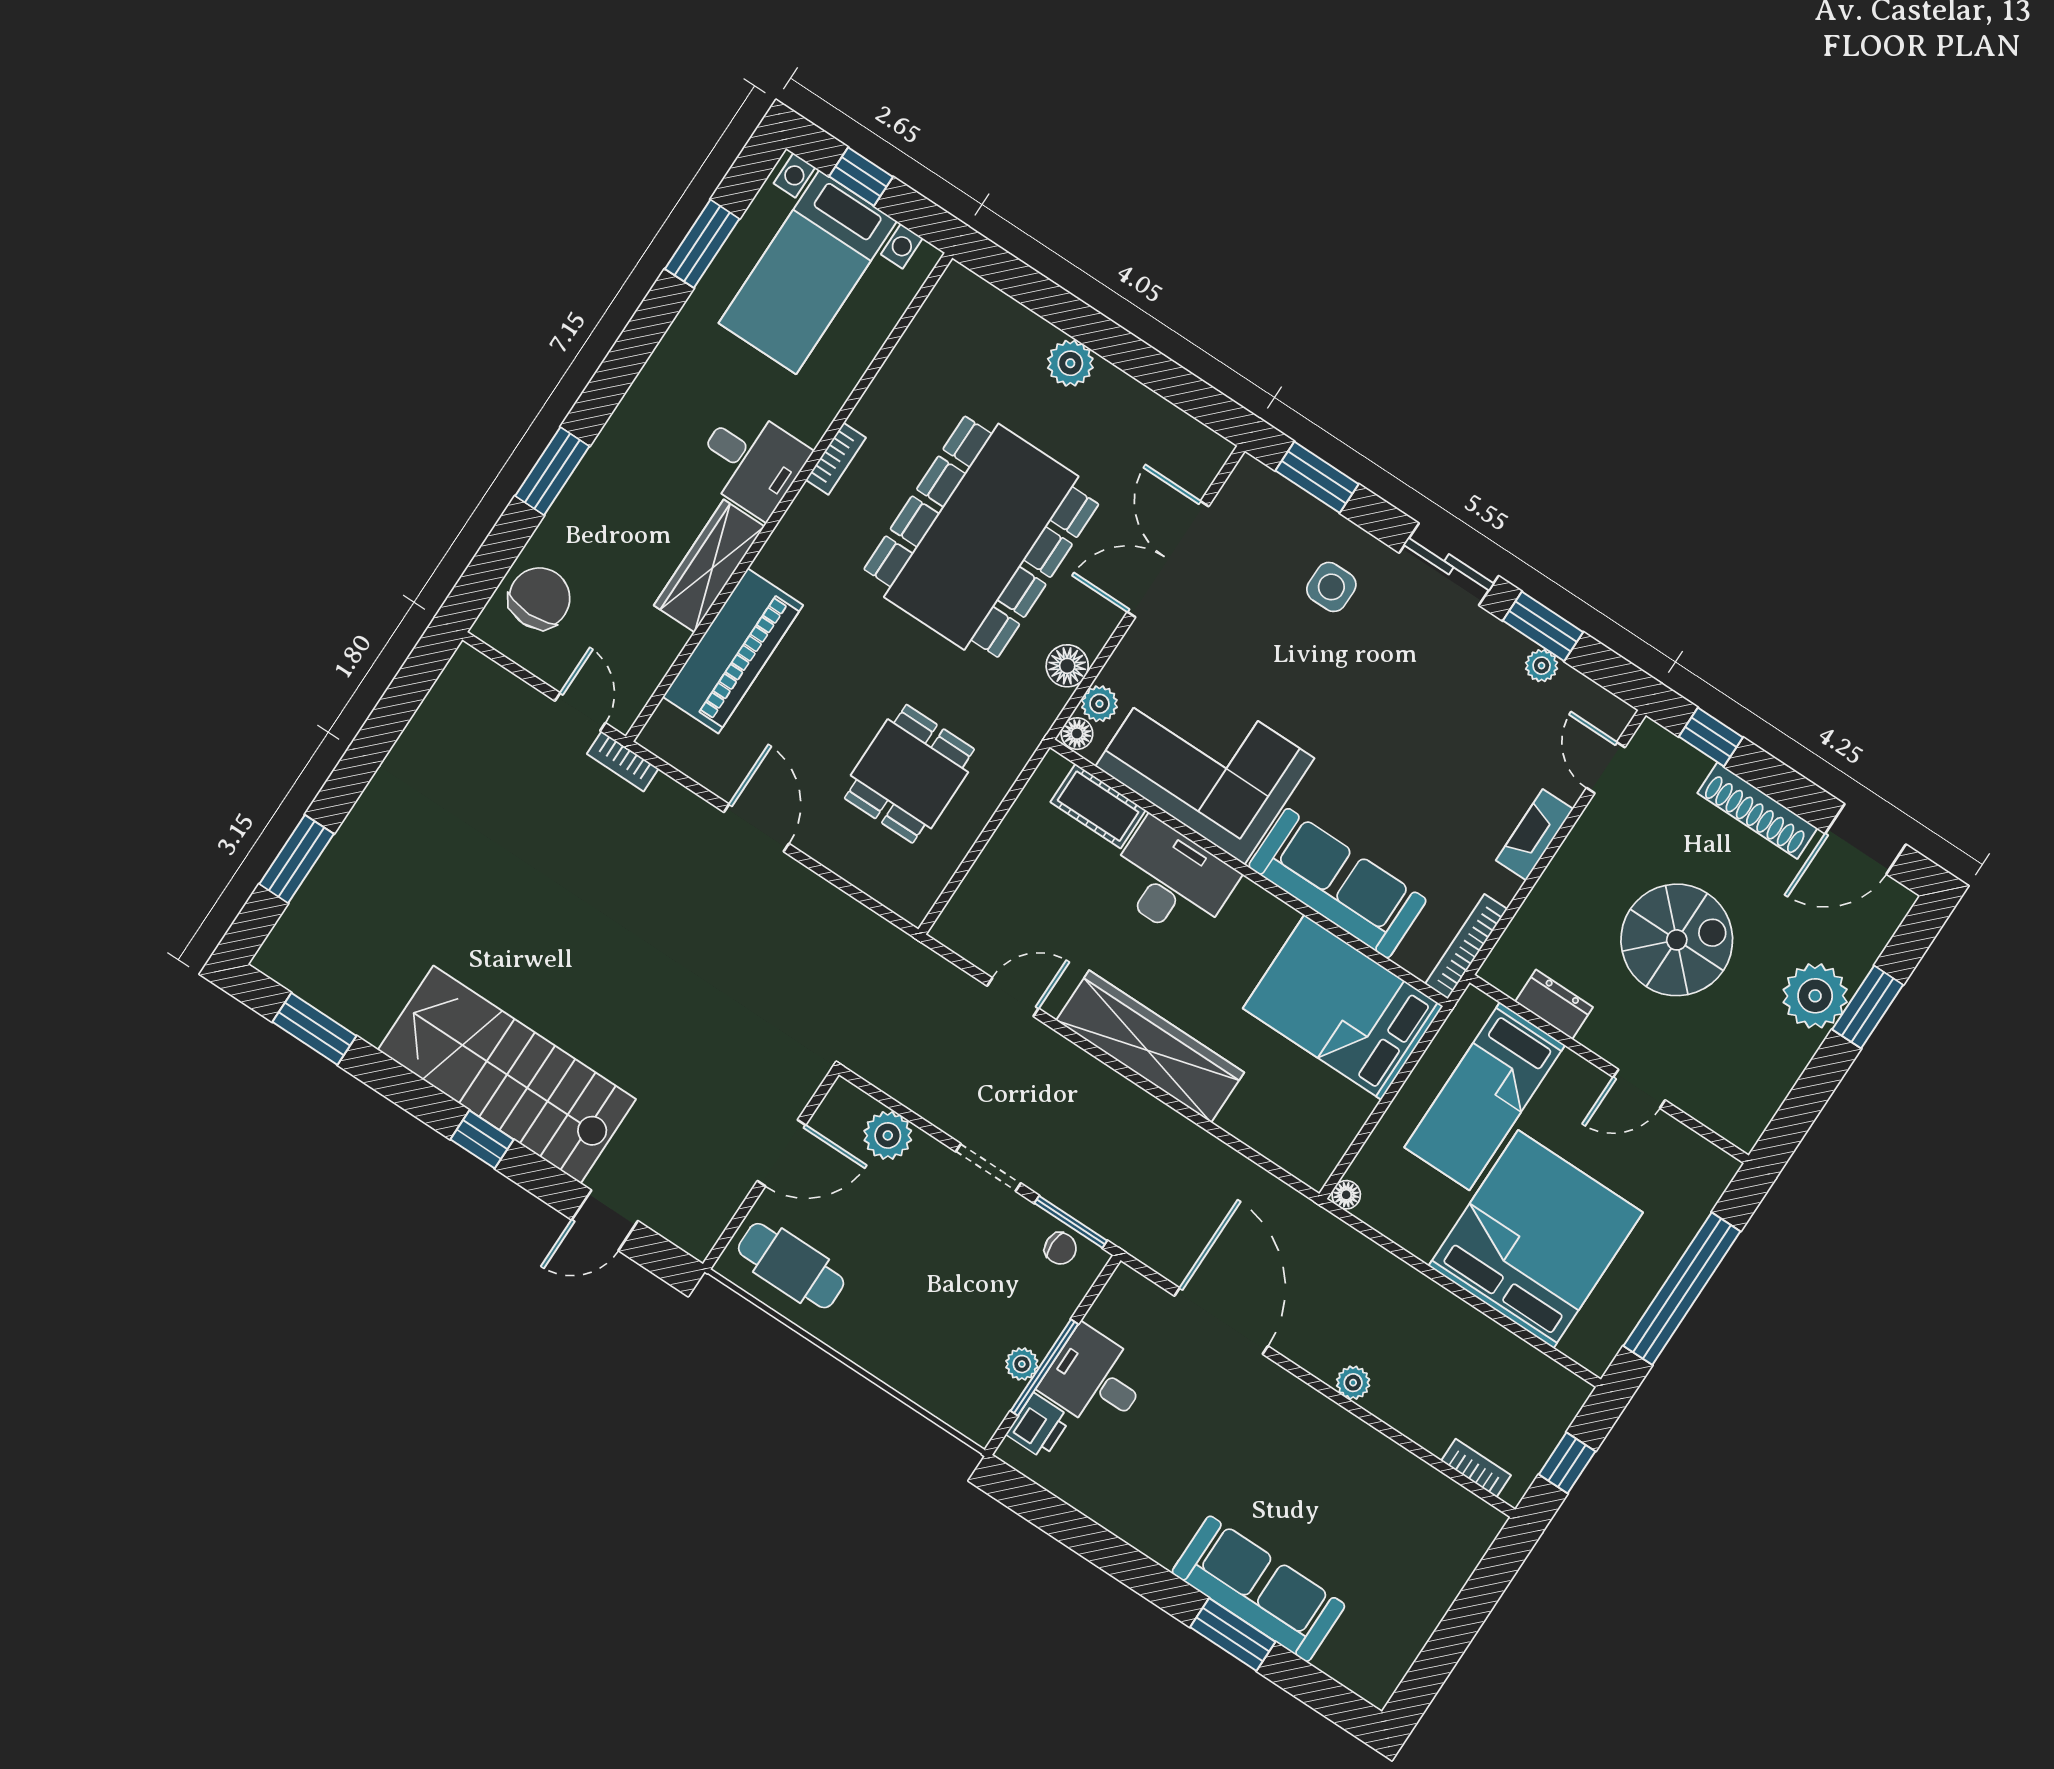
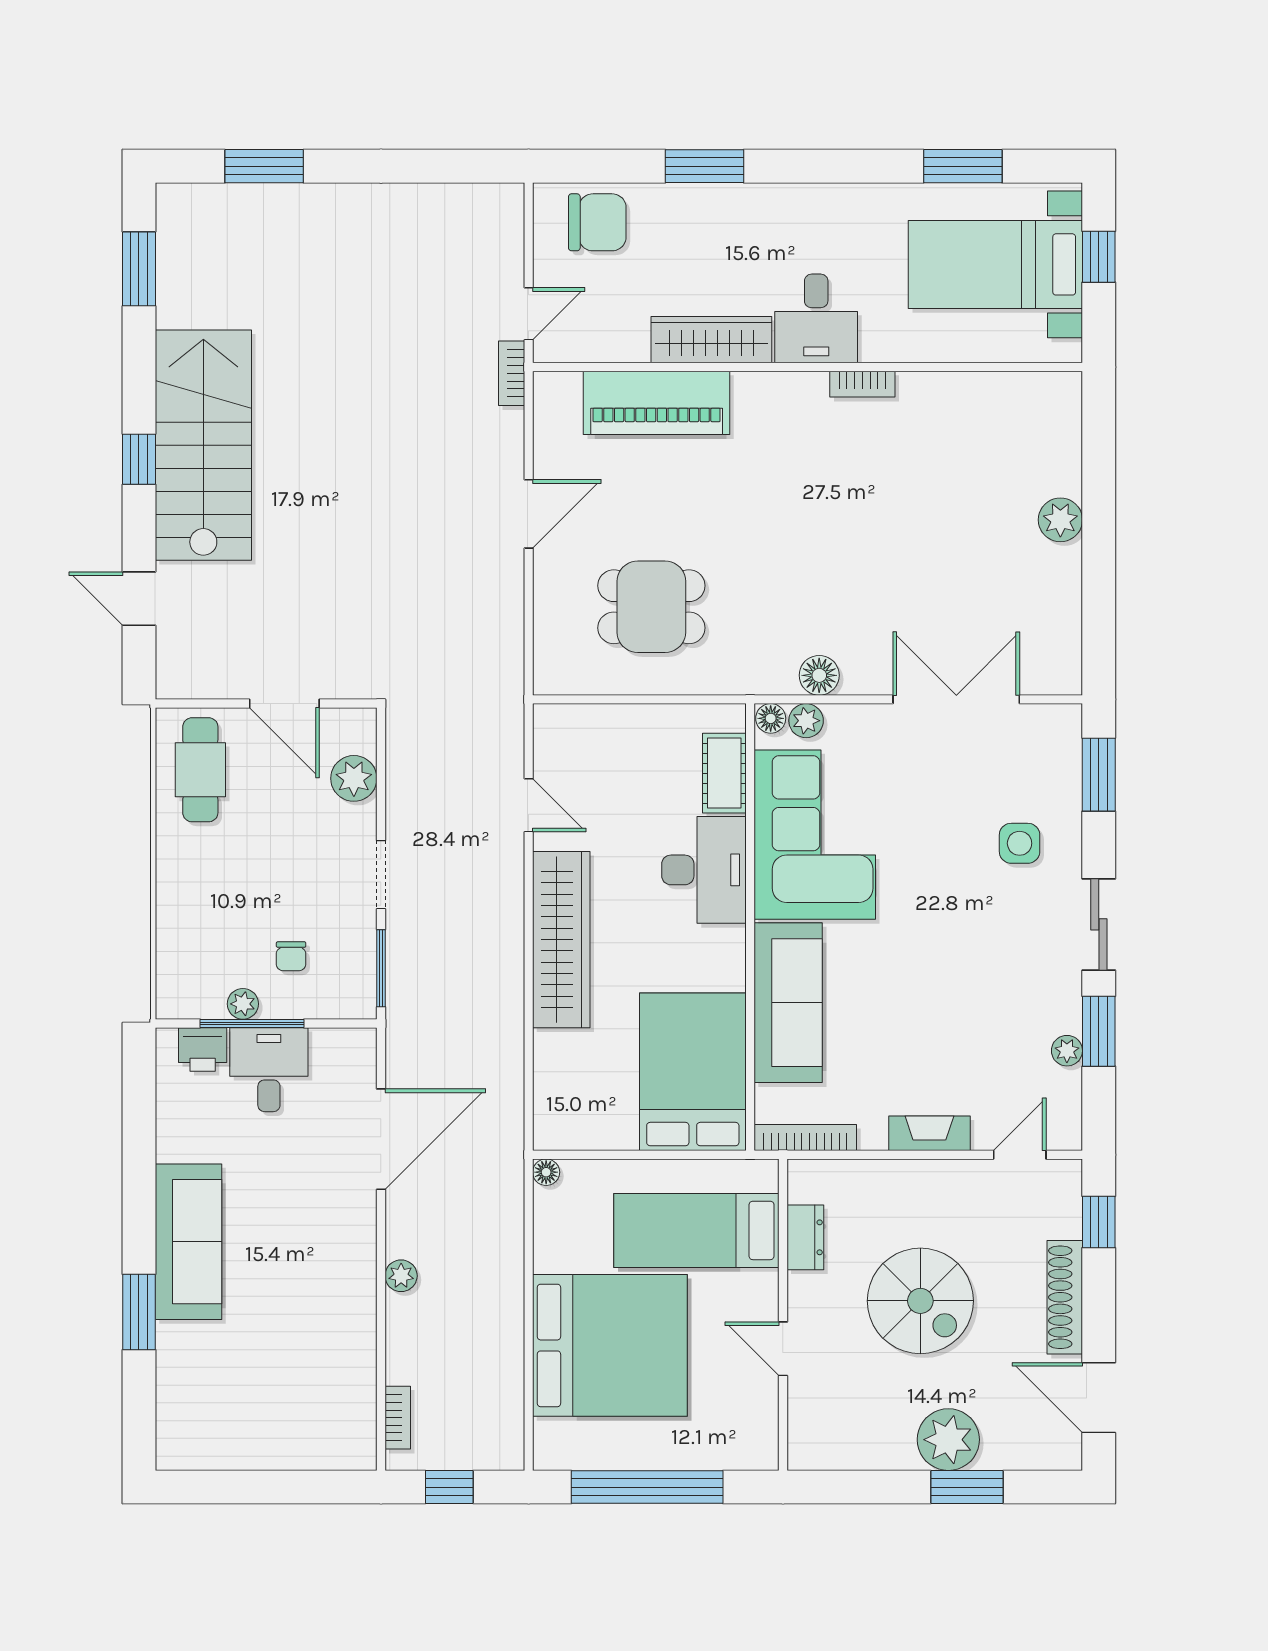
dining table: (981, 537) -> (877, 540), removed
chair: (1060, 1248) -> (291, 956), moved
sofa: (1258, 1589) -> (188, 1242), moved

